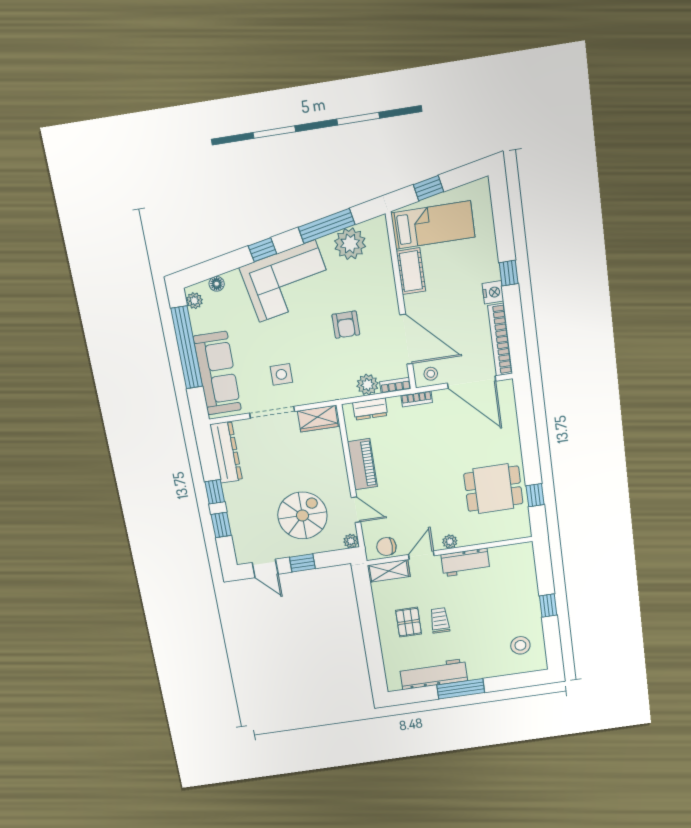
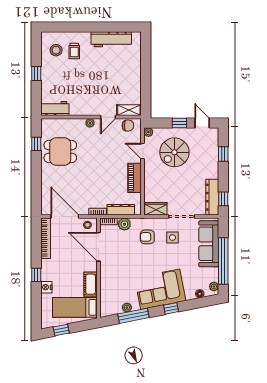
window: (429, 188) -> (61, 330), moved
plant: (350, 244) -> (127, 308), width x0.53, depth x0.53
nightstand: (493, 292) -> (46, 287), moved
armchair: (346, 325) -> (147, 237), moved, turned -90
dresser: (370, 409) -> (121, 210), width x1.44
window: (215, 492) -> (223, 199), moved
workbench: (465, 562) -> (55, 108), moved
trolley: (440, 620) -> (74, 51), moved
pallet: (409, 622) -> (122, 76), removed
window: (461, 689) -> (96, 27), removed

